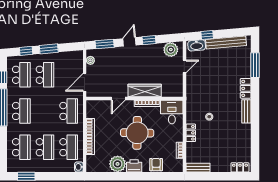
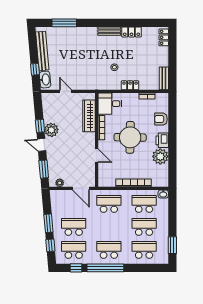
plant: (171, 50) -> (51, 130), moved
locker: (246, 88) -> (132, 32), moved
wardrobe: (145, 91) -> (89, 116), moved

